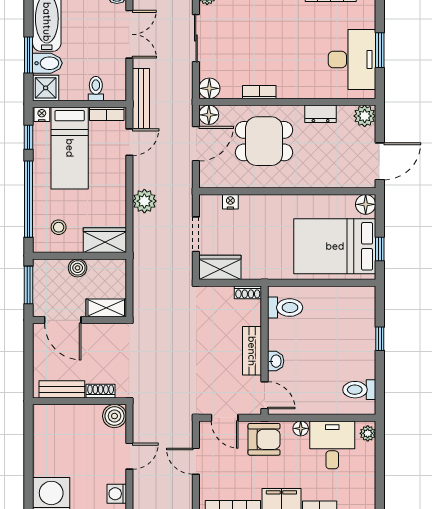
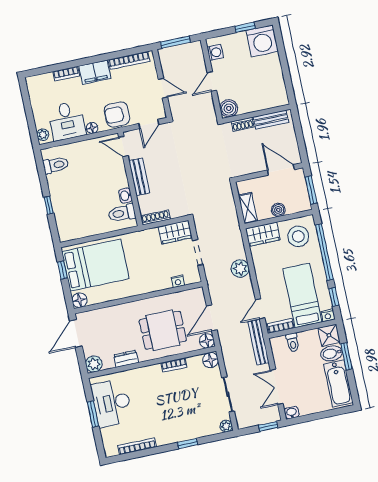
stool: (59, 227) -> (298, 236), width x1.89, depth x1.89
shoe rack: (248, 292) -> (155, 217), width x1.43
shelving: (106, 308) -> (248, 208), moved, turned 90
washbasin: (276, 361) -> (125, 196), moved
door: (225, 418) -> (149, 124), swing flipped

